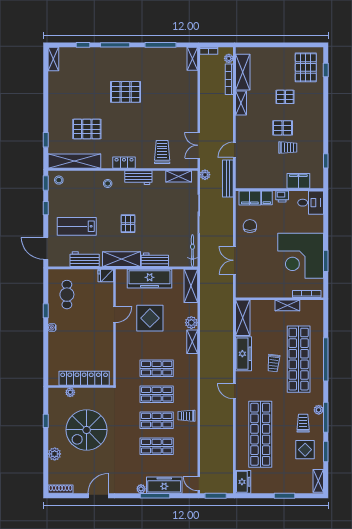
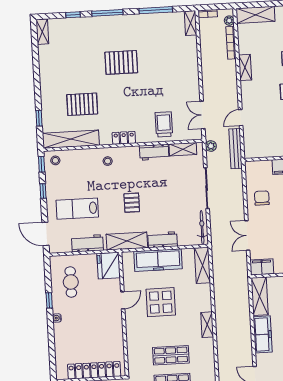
shelving: (243, 72) -> (255, 15), moved, turned 90
workbench: (138, 178) -> (154, 152), moved
filing cabinet: (250, 198) -> (262, 267), moved, turned 180
fridge: (106, 276) -> (109, 266), width x1.88, depth x1.34
plant: (191, 323) -> (205, 304), removed

